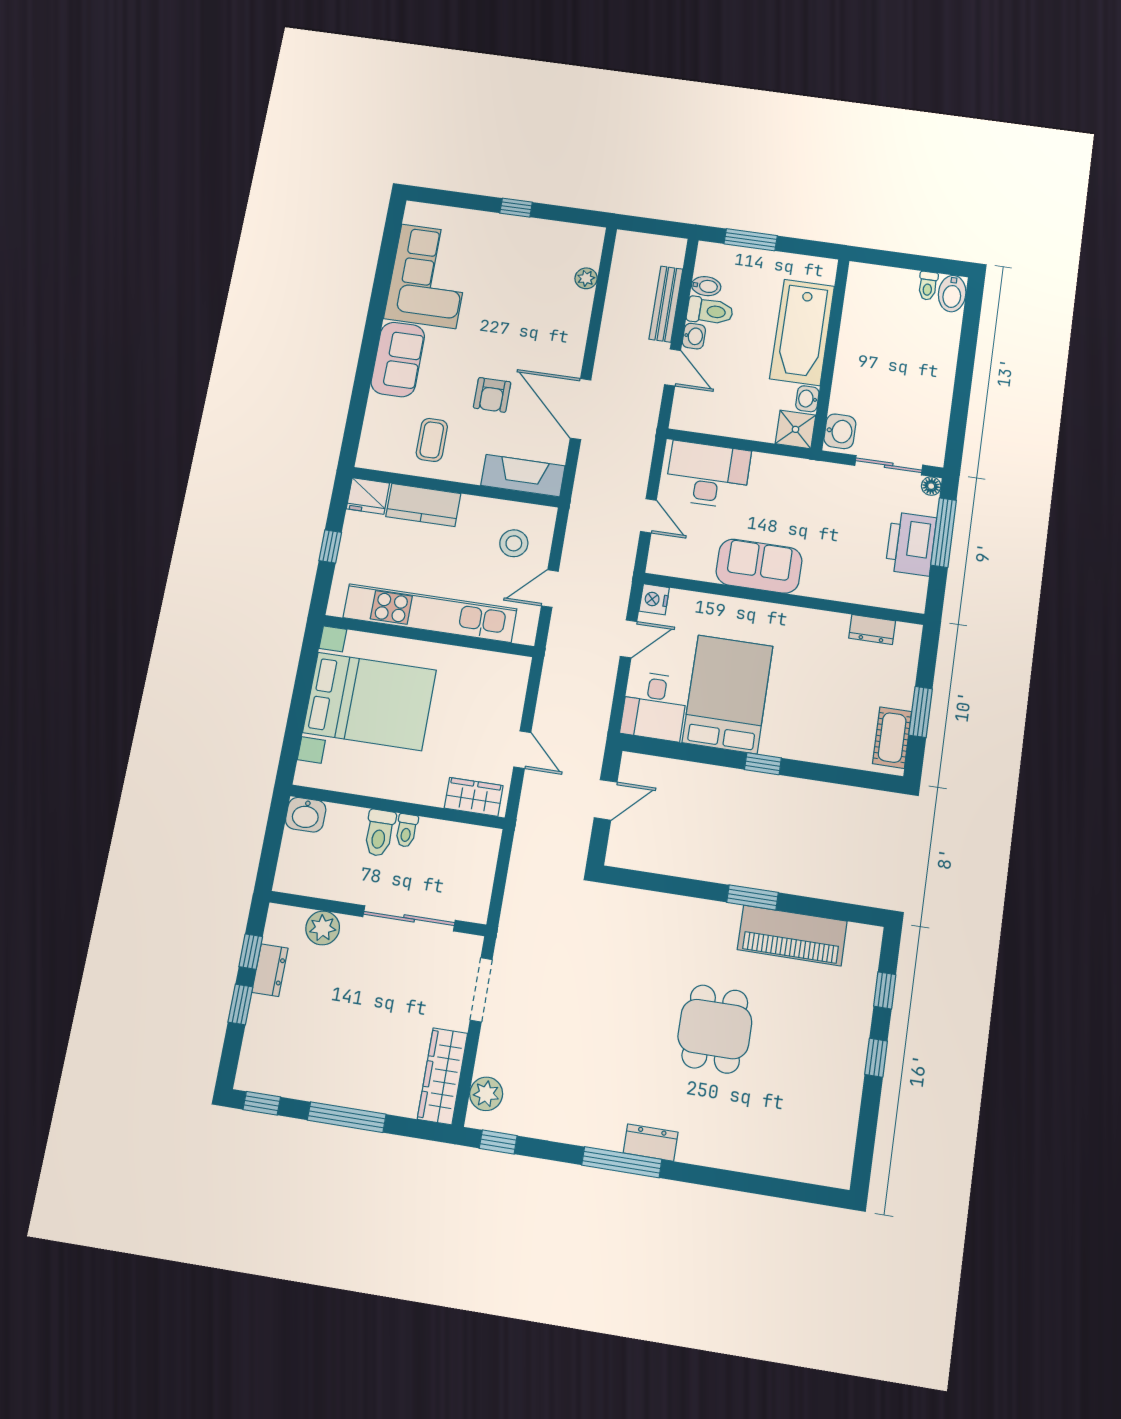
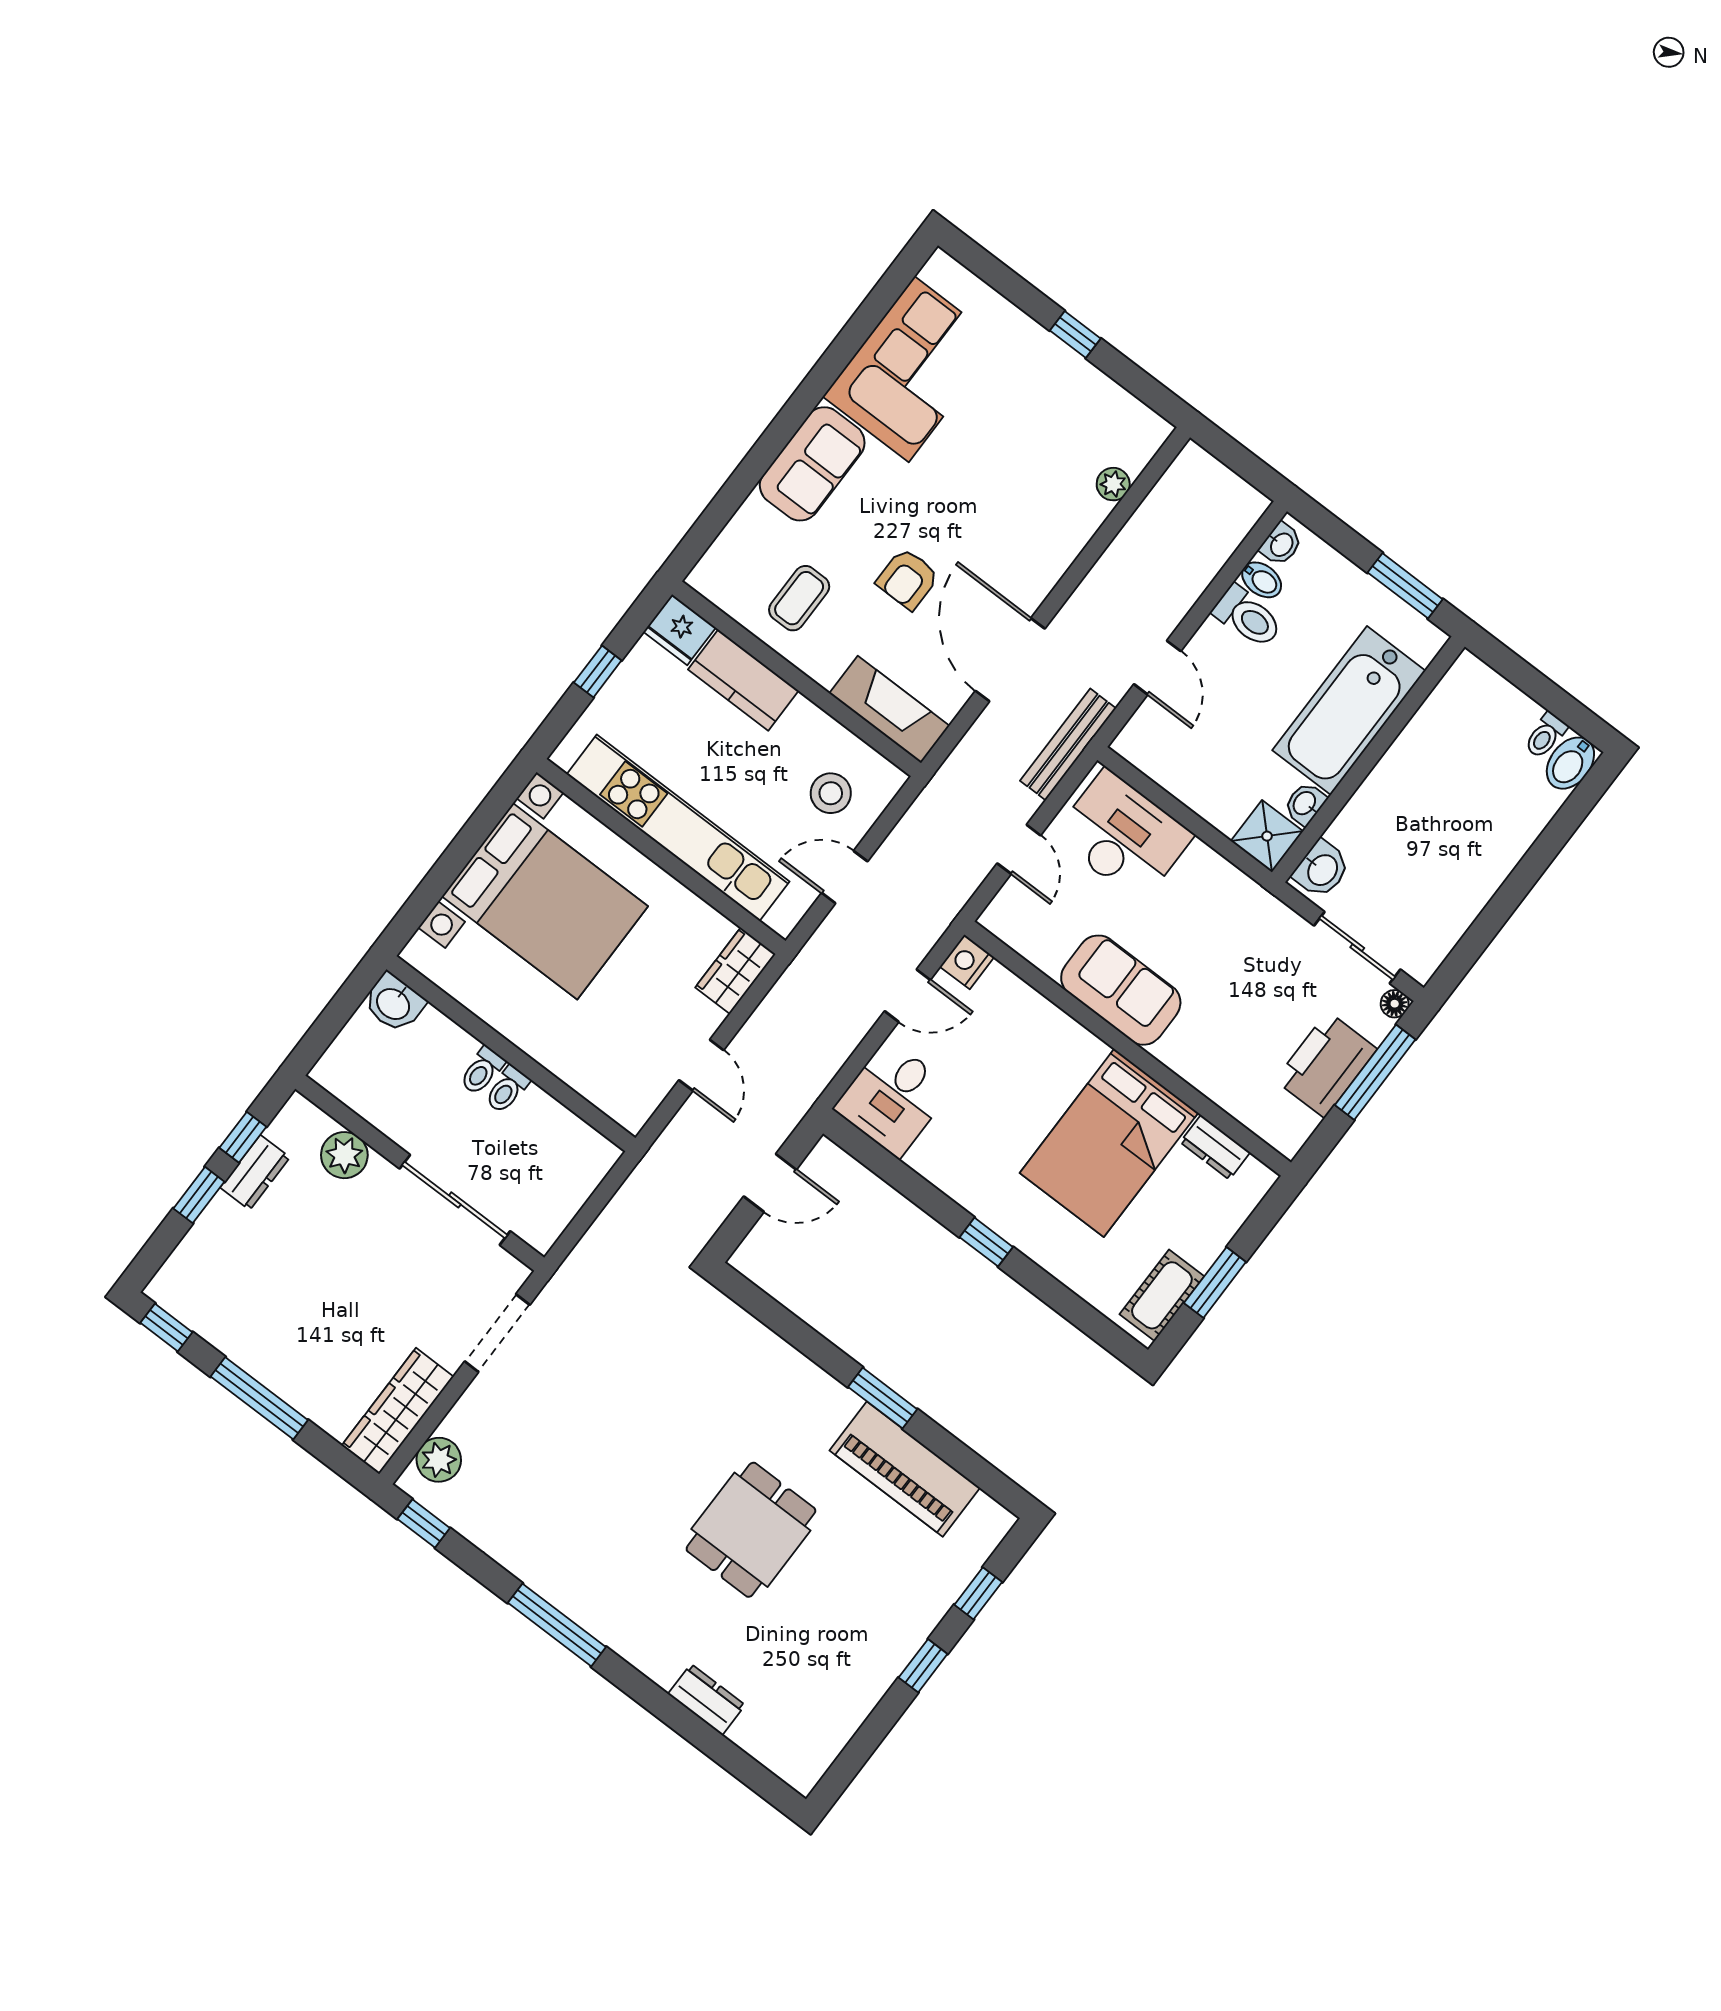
window: (751, 240) -> (1405, 586), moved
bench: (666, 304) -> (1068, 745), moved
washbasin: (694, 336) -> (1281, 544), moved
bed: (728, 694) -> (1109, 1143), moved, turned 180
wardrobe: (474, 797) -> (735, 971), moved, turned -90
toilet: (379, 833) -> (482, 1071), width x0.73, depth x0.72
dresser: (651, 1143) -> (707, 1699), moved

